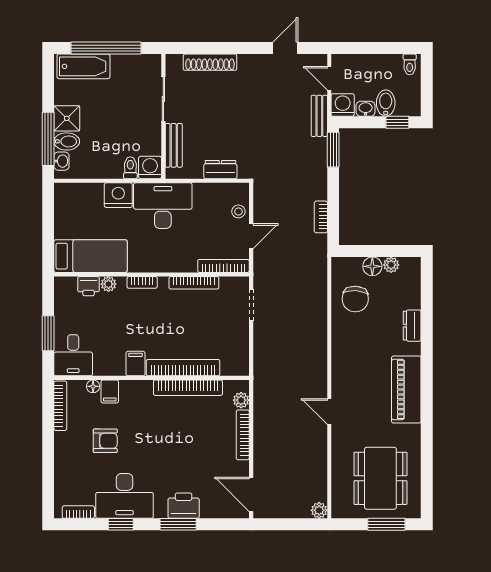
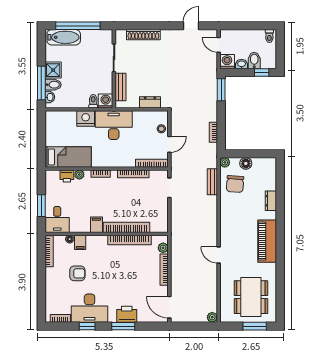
bench: (319, 116) -> (212, 182), moved
plant: (391, 265) -> (225, 162), moved

